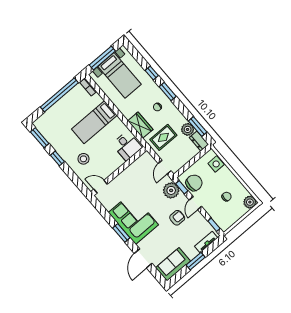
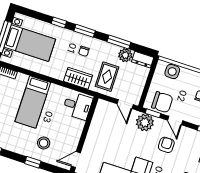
window: (198, 126) -> (119, 42), moved
window: (57, 158) -> (33, 162), moved
chair: (194, 183) -> (162, 102), turned 90

